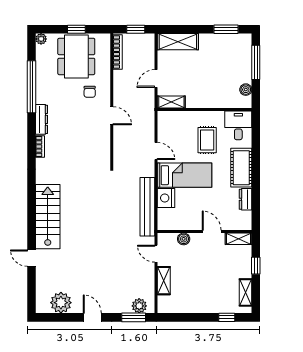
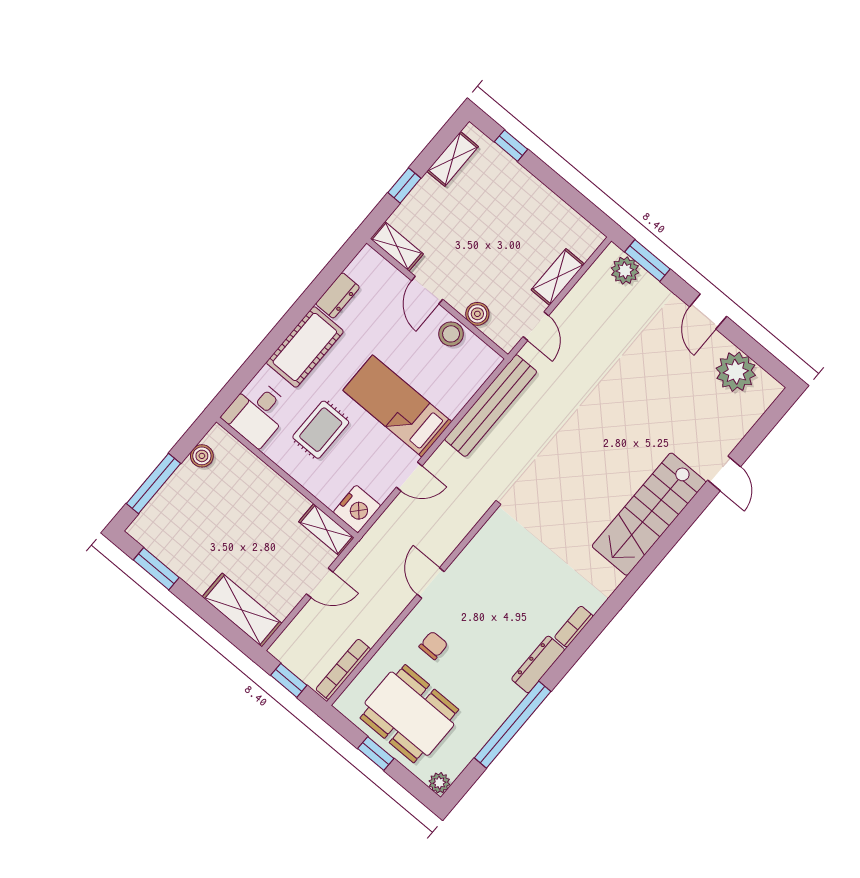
dining table: (76, 56) -> (409, 714), turned 90
door: (156, 151) -> (409, 477), swing flipped
nightstand: (166, 198) -> (357, 509), moved
stool: (187, 222) -> (451, 334), added

